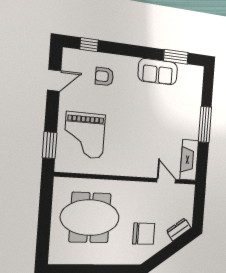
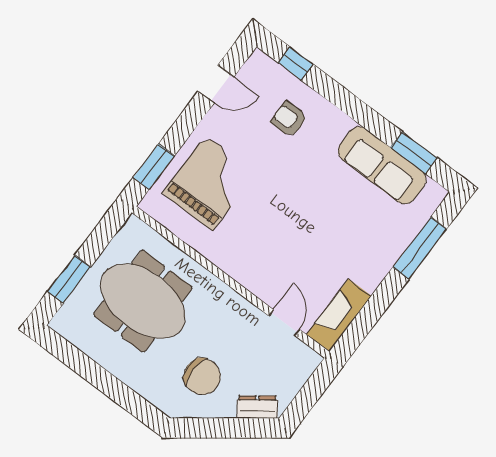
sofa: (158, 72) -> (382, 165), width x1.36
window: (205, 124) -> (420, 248), moved
grand piano: (85, 135) -> (209, 183), turned 180
window: (44, 233) -> (69, 279), added

